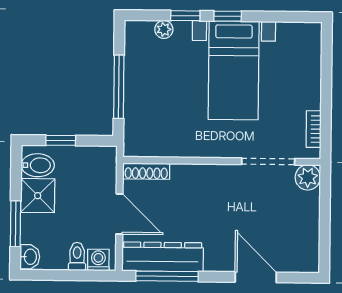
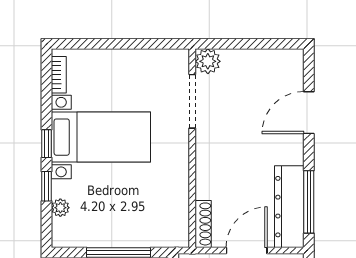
bookcase: (314, 129) -> (59, 75), moved, turned -90

